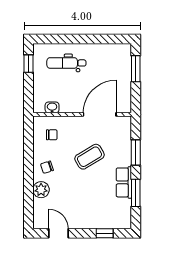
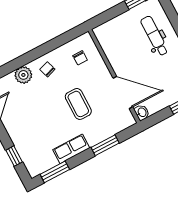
washbasin: (52, 107) -> (142, 112), moved
coffee table: (90, 157) -> (78, 104), turned 31
window: (136, 193) -> (55, 172), moved

